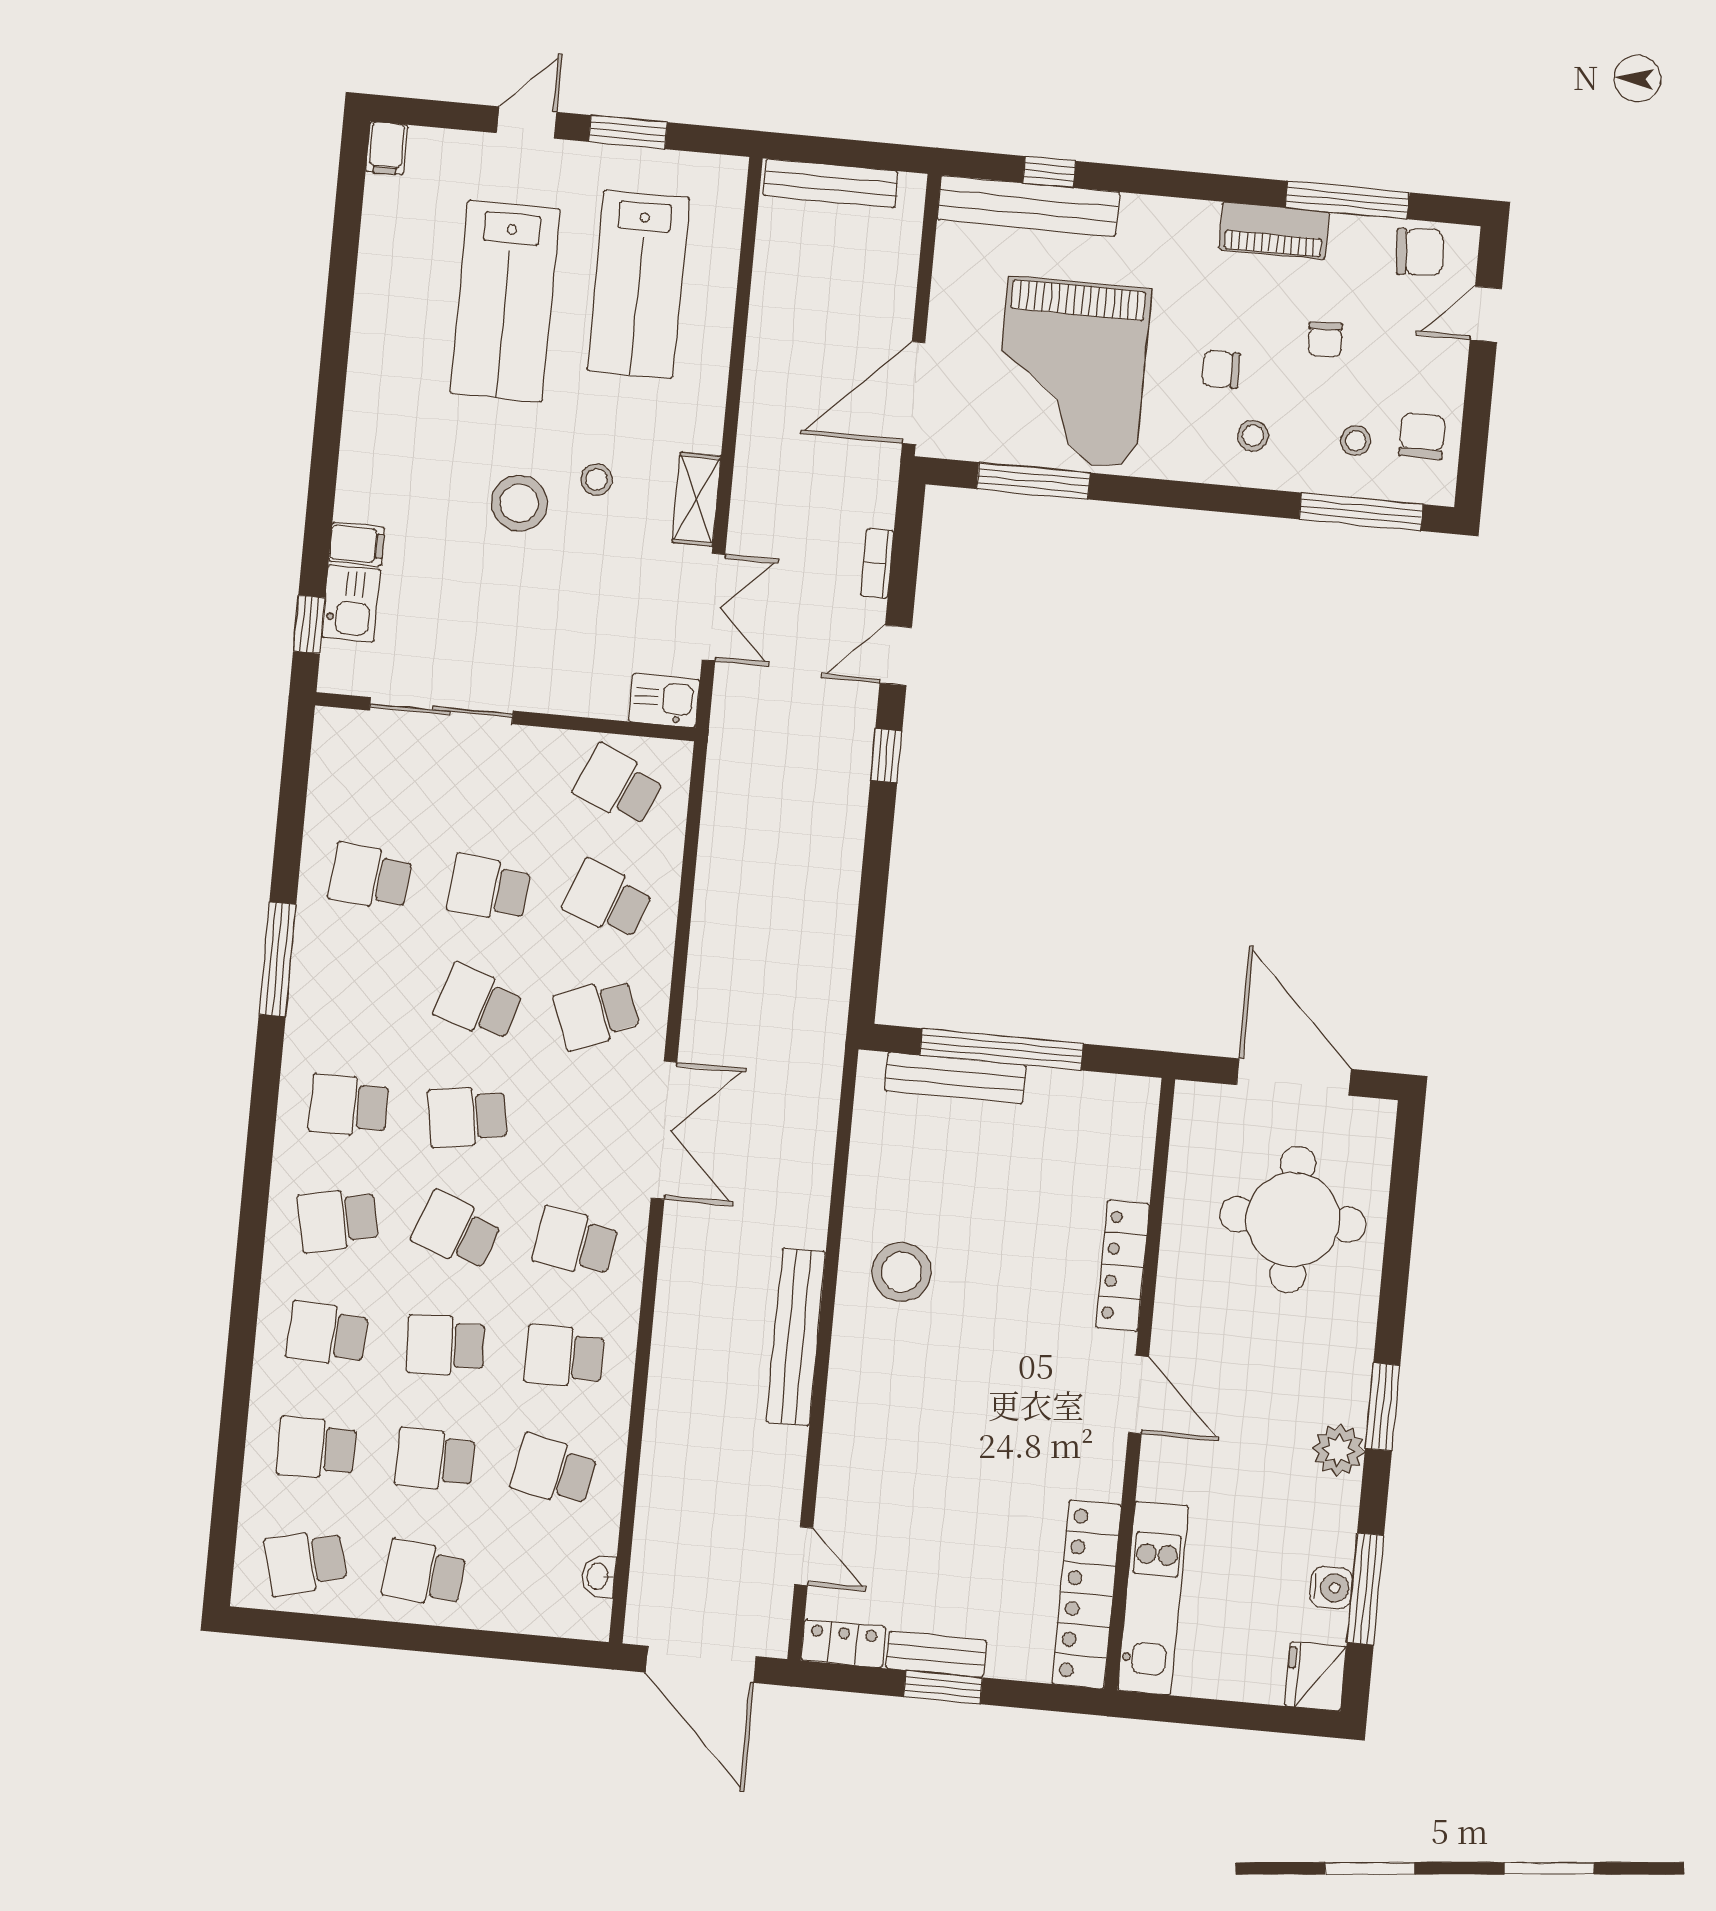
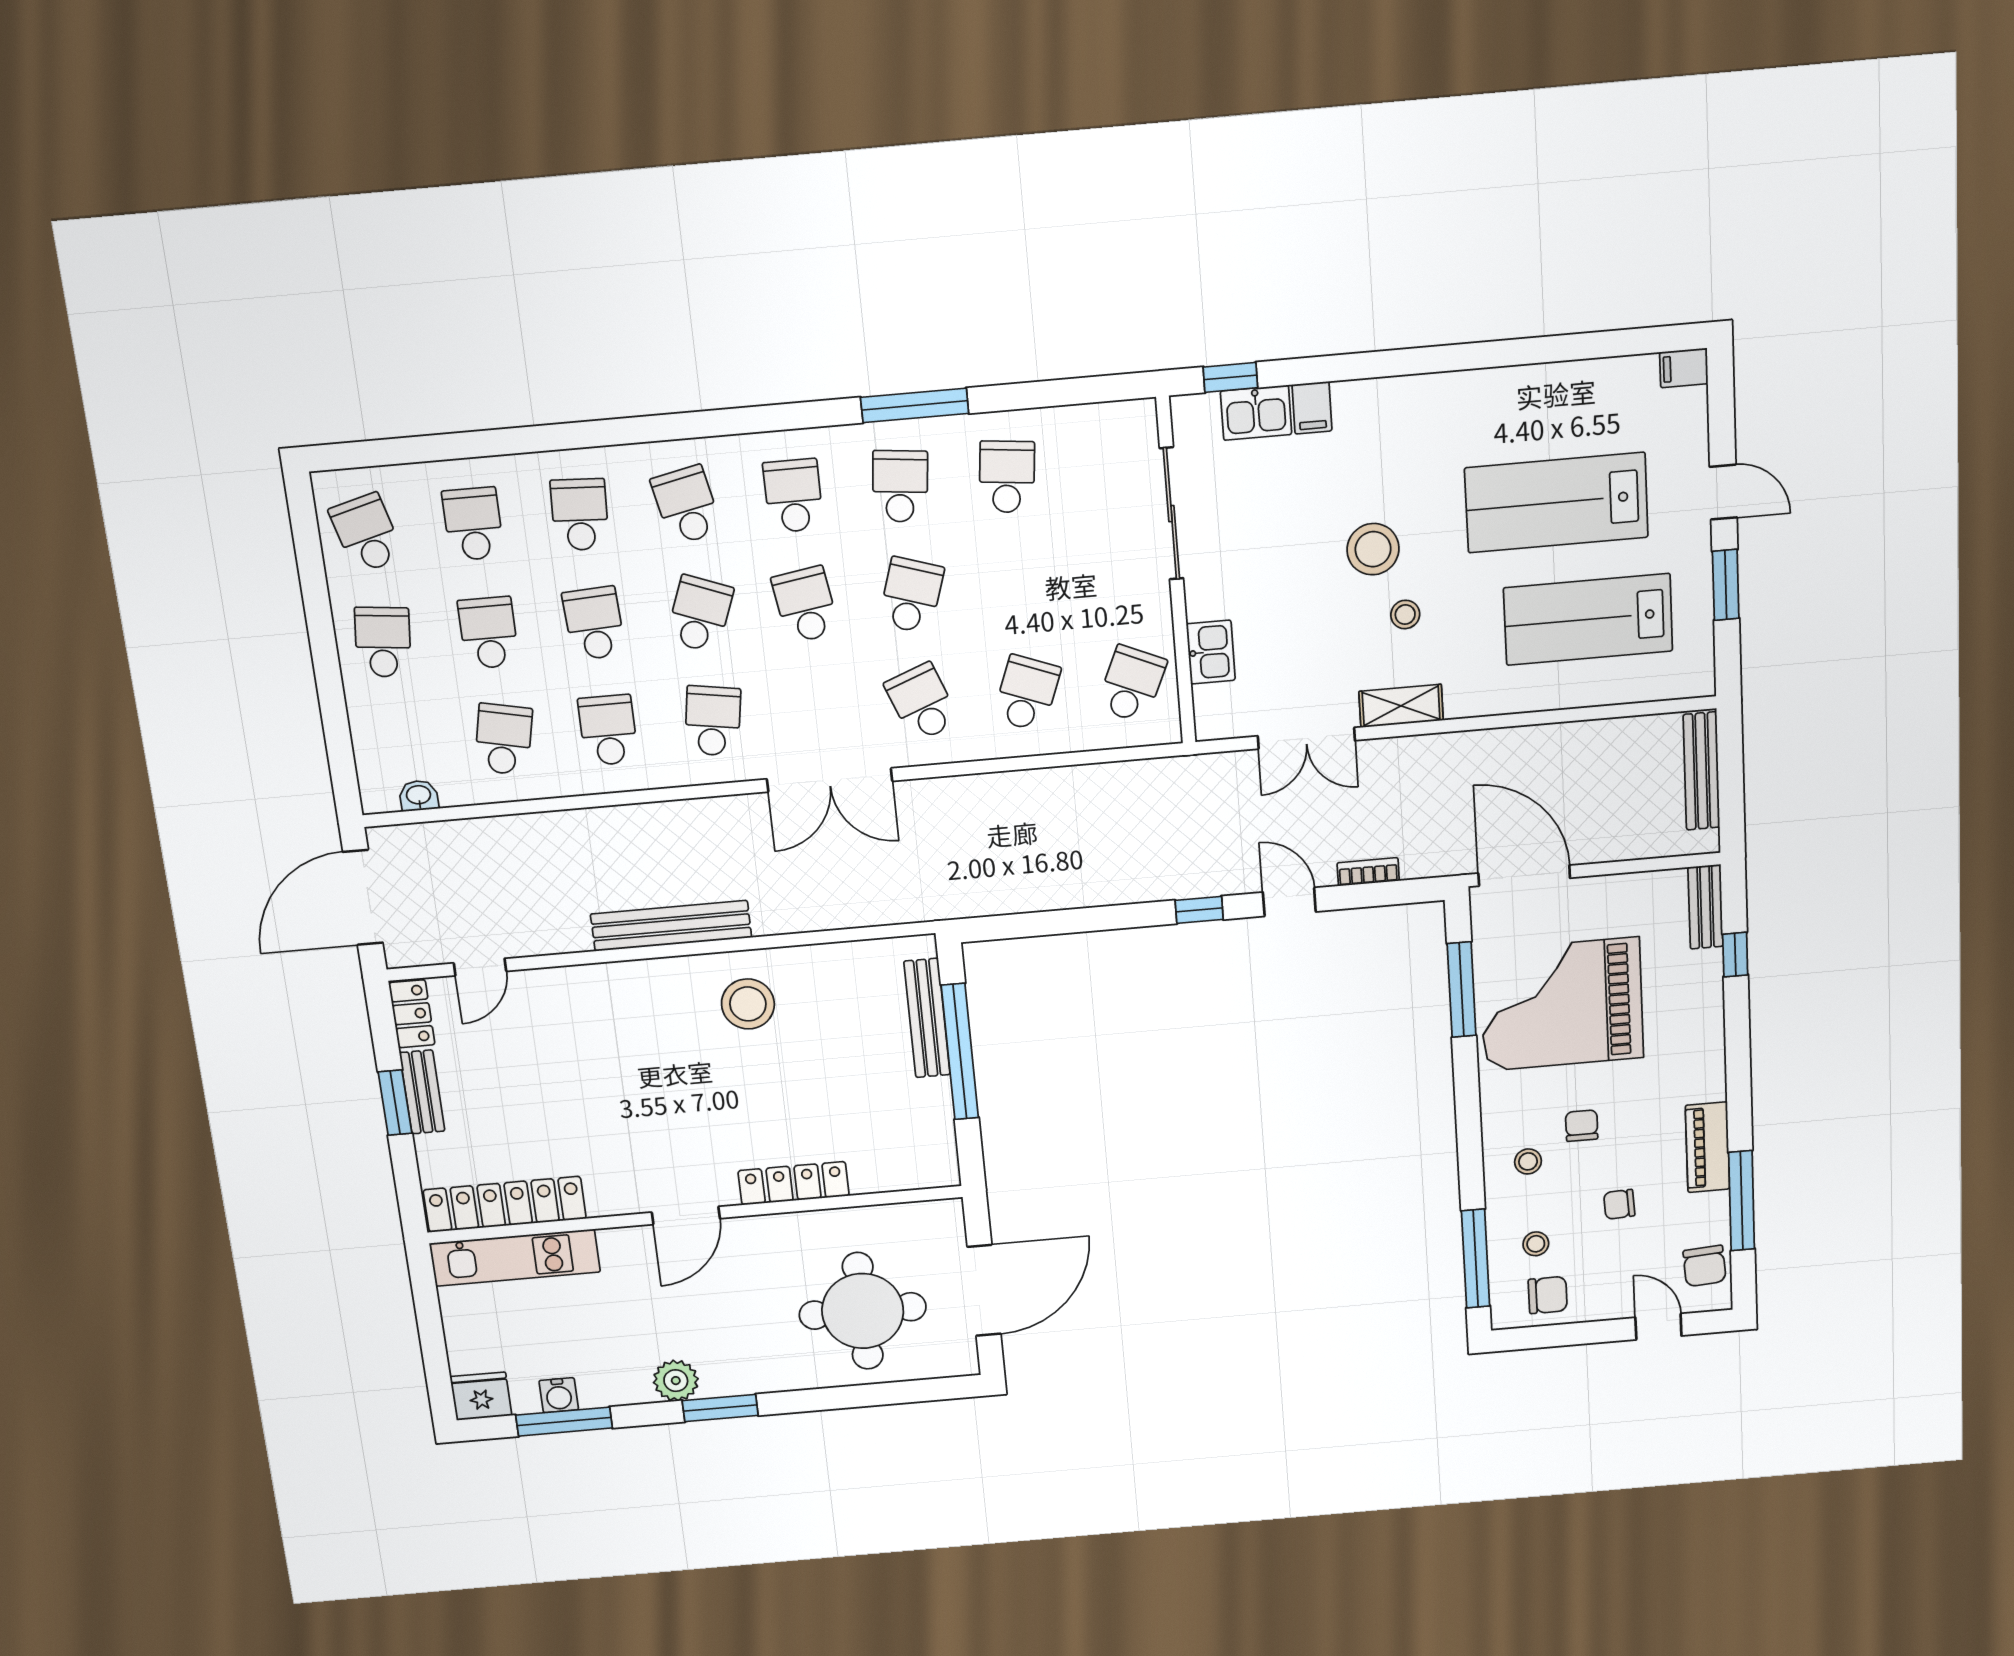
bench: (1028, 206) -> (1706, 907), width x0.54, depth x0.82
kitchen sink: (664, 700) -> (1211, 652), moved
school desk: (489, 888) -> (900, 486), moved

